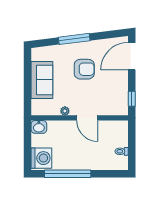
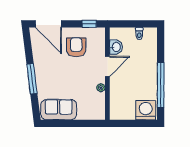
armchair: (84, 69) -> (76, 47), moved
sofa: (42, 80) -> (59, 110), moved
washbasin: (39, 127) -> (116, 47), moved

